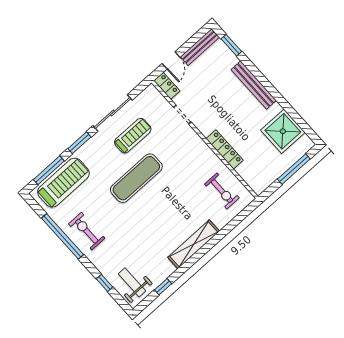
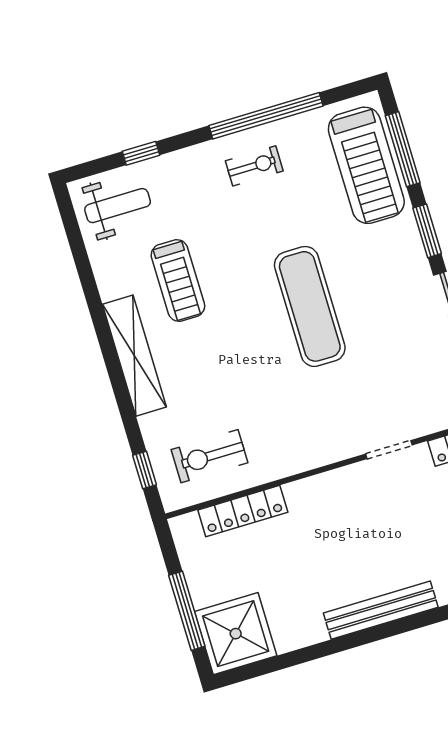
shower: (283, 131) -> (236, 634), moved
treadmill: (133, 136) -> (178, 281), moved
locker: (225, 149) -> (243, 511), moved
exercise bike: (87, 231) -> (254, 166), width x0.73, depth x0.72
window: (163, 287) -> (145, 470), moved

